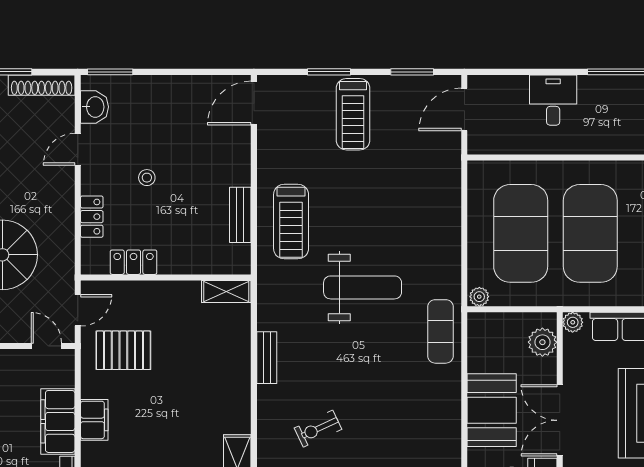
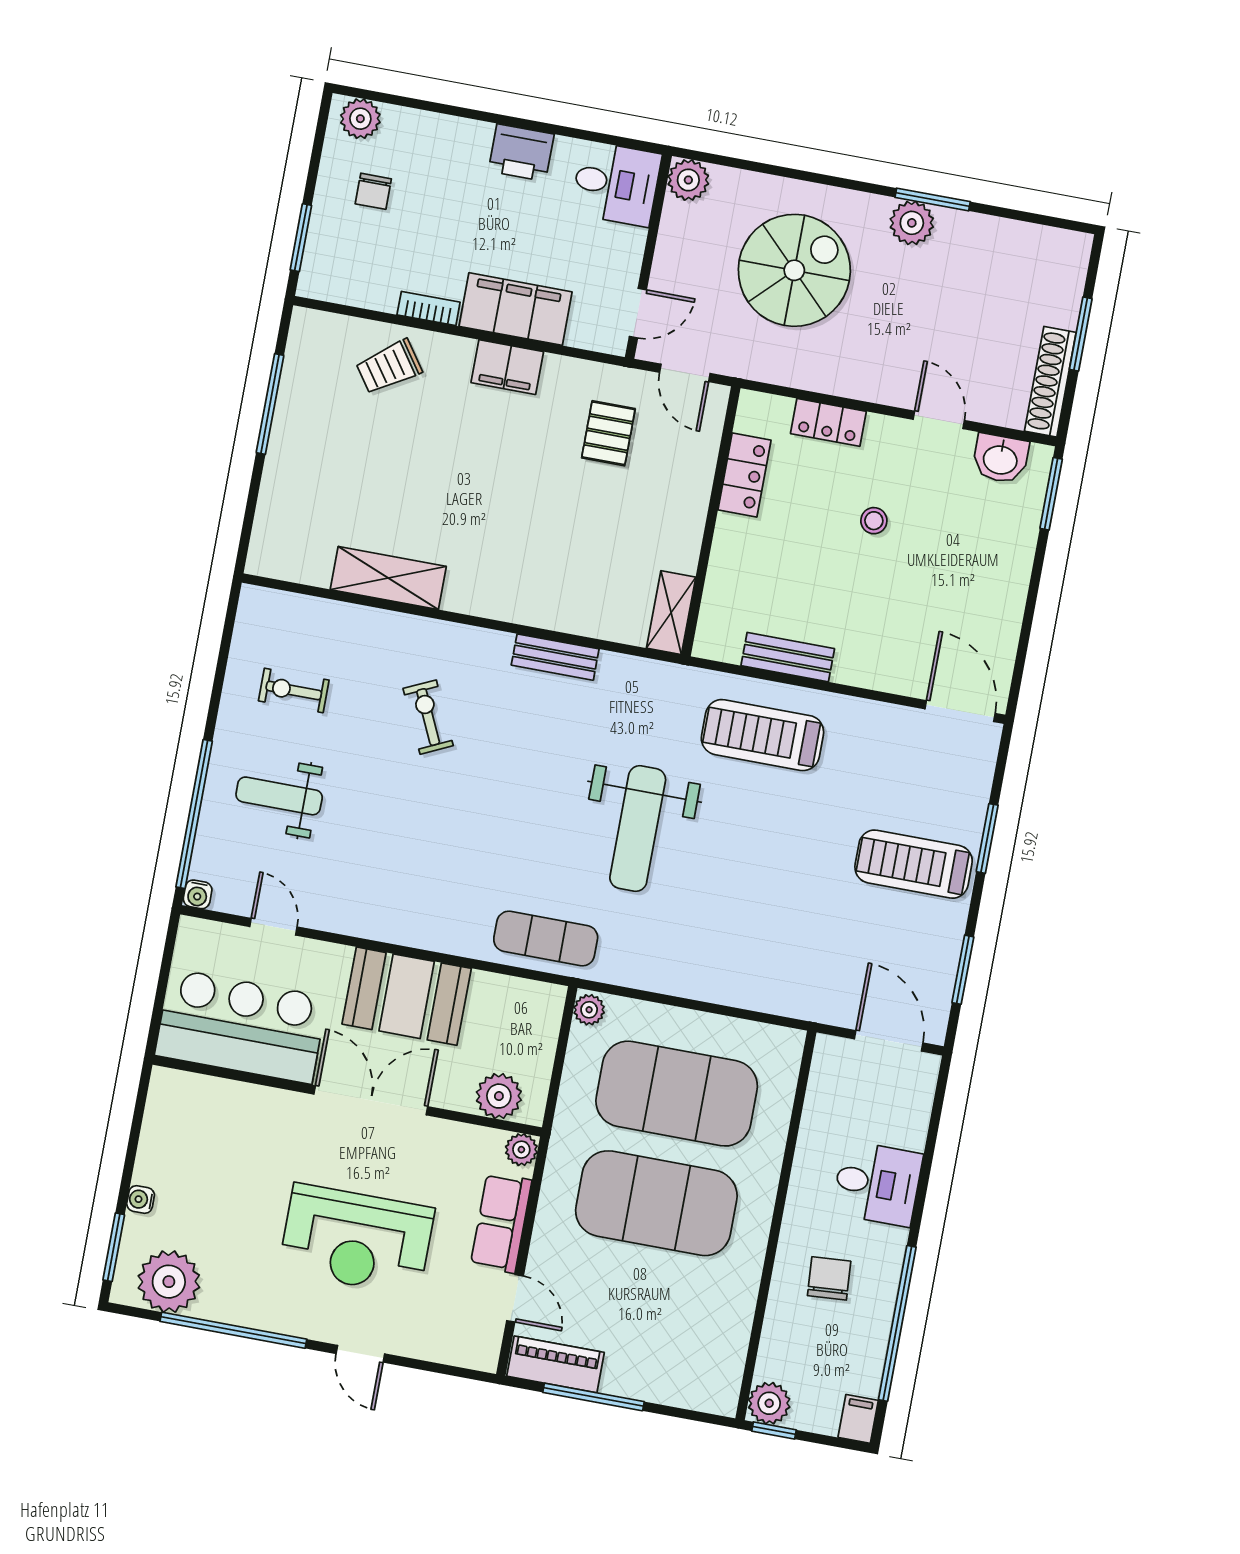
chair: (617, 119) -> (829, 1278), added
pallet: (123, 350) -> (608, 433), width x0.67, depth x0.71

